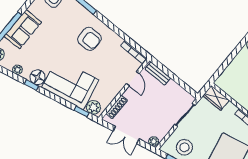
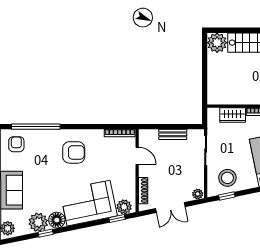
plant: (17, 70) -> (38, 222), width x1.88, depth x1.88
bench: (158, 74) -> (173, 134), moved
window: (31, 85) -> (46, 233), moved
wardrobe: (216, 98) -> (233, 115), moved

